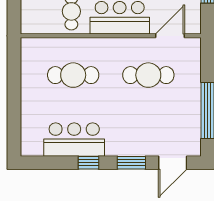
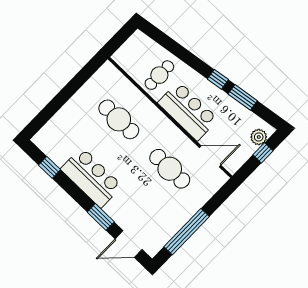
bar counter: (74, 140) -> (91, 178), moved
window: (88, 163) -> (50, 167), moved

